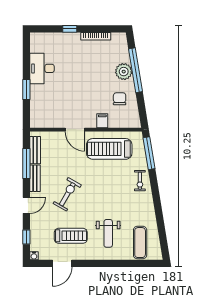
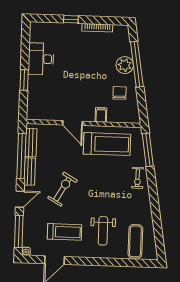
treadmill: (109, 149) -> (107, 144), turned 180
window: (26, 164) -> (21, 156), width x1.46
window: (26, 237) -> (19, 232), width x2.17

